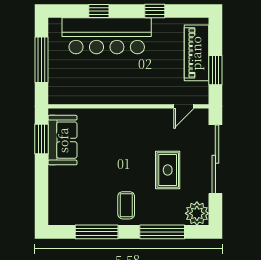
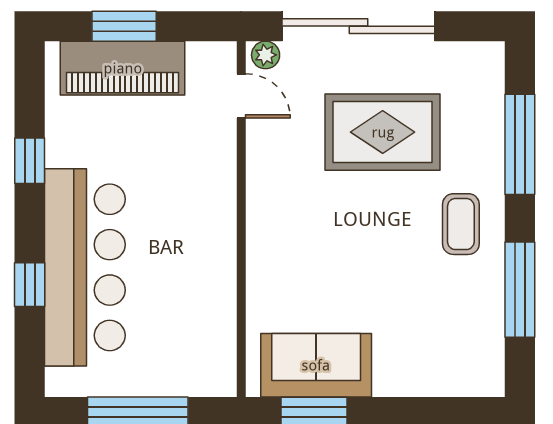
window: (215, 70) -> (124, 26), moved
rug: (168, 170) -> (383, 132), width x1.36, depth x1.43
coffee table: (126, 205) -> (461, 224), turned 90
plant: (197, 213) -> (266, 55), moved, width x0.53, depth x0.53

